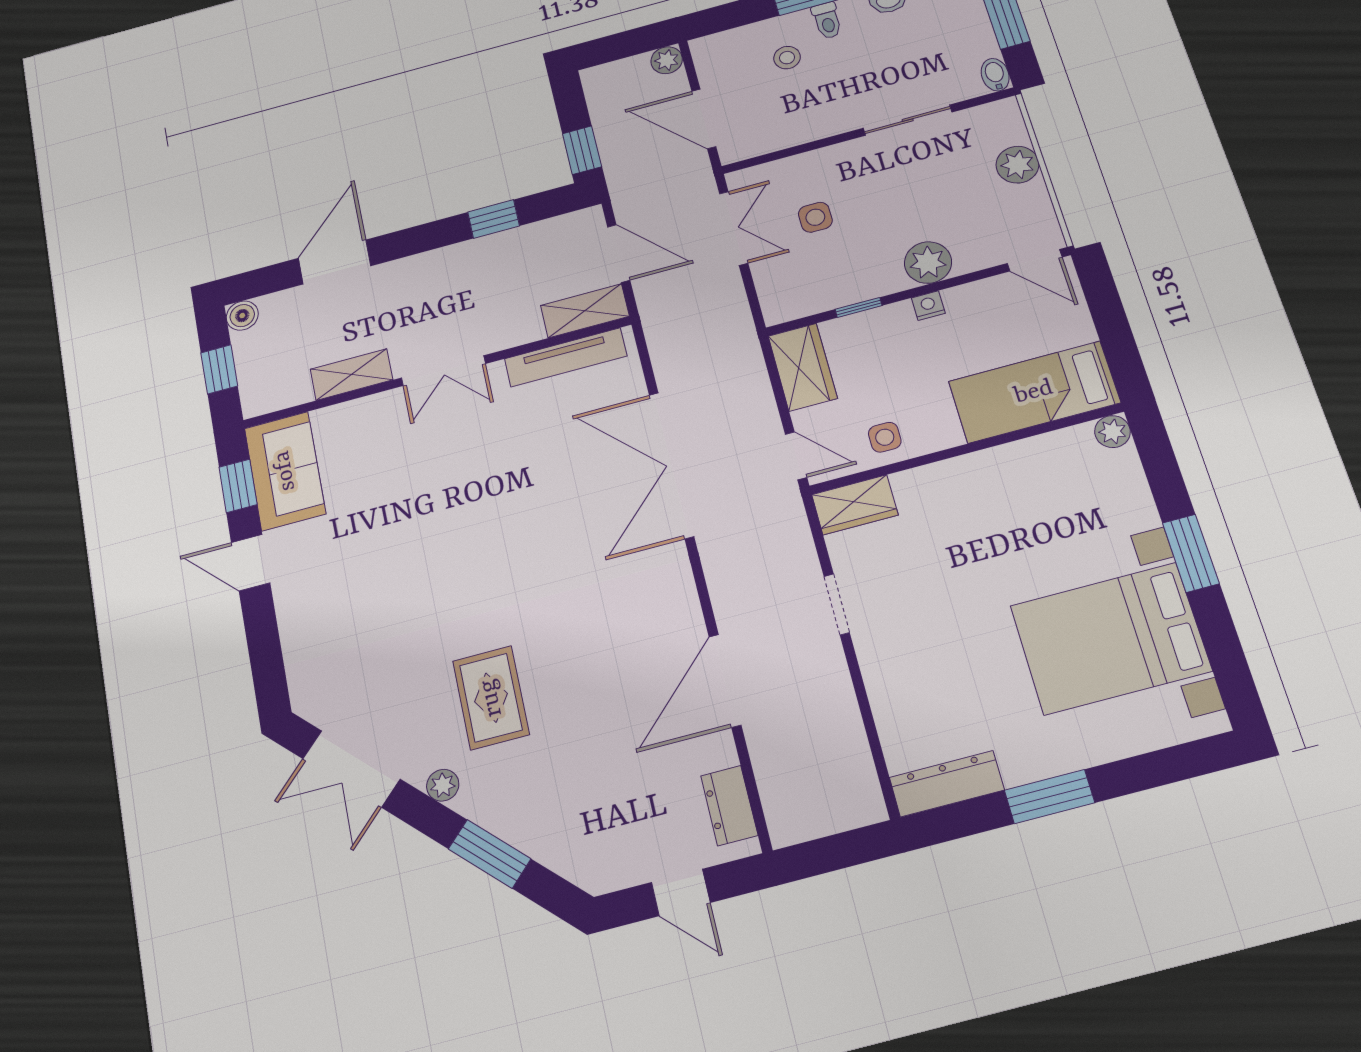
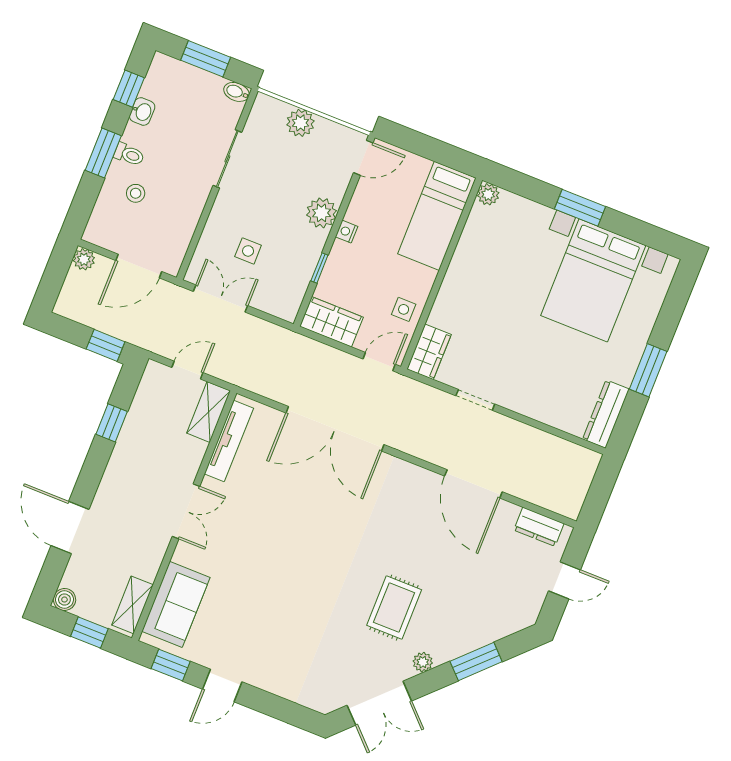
door: (619, 253) -> (187, 370), width x0.73
shelving: (351, 374) -> (132, 605), moved
sofa: (285, 471) -> (176, 604), moved, turned 90
rug: (491, 698) -> (394, 608), turned 90

